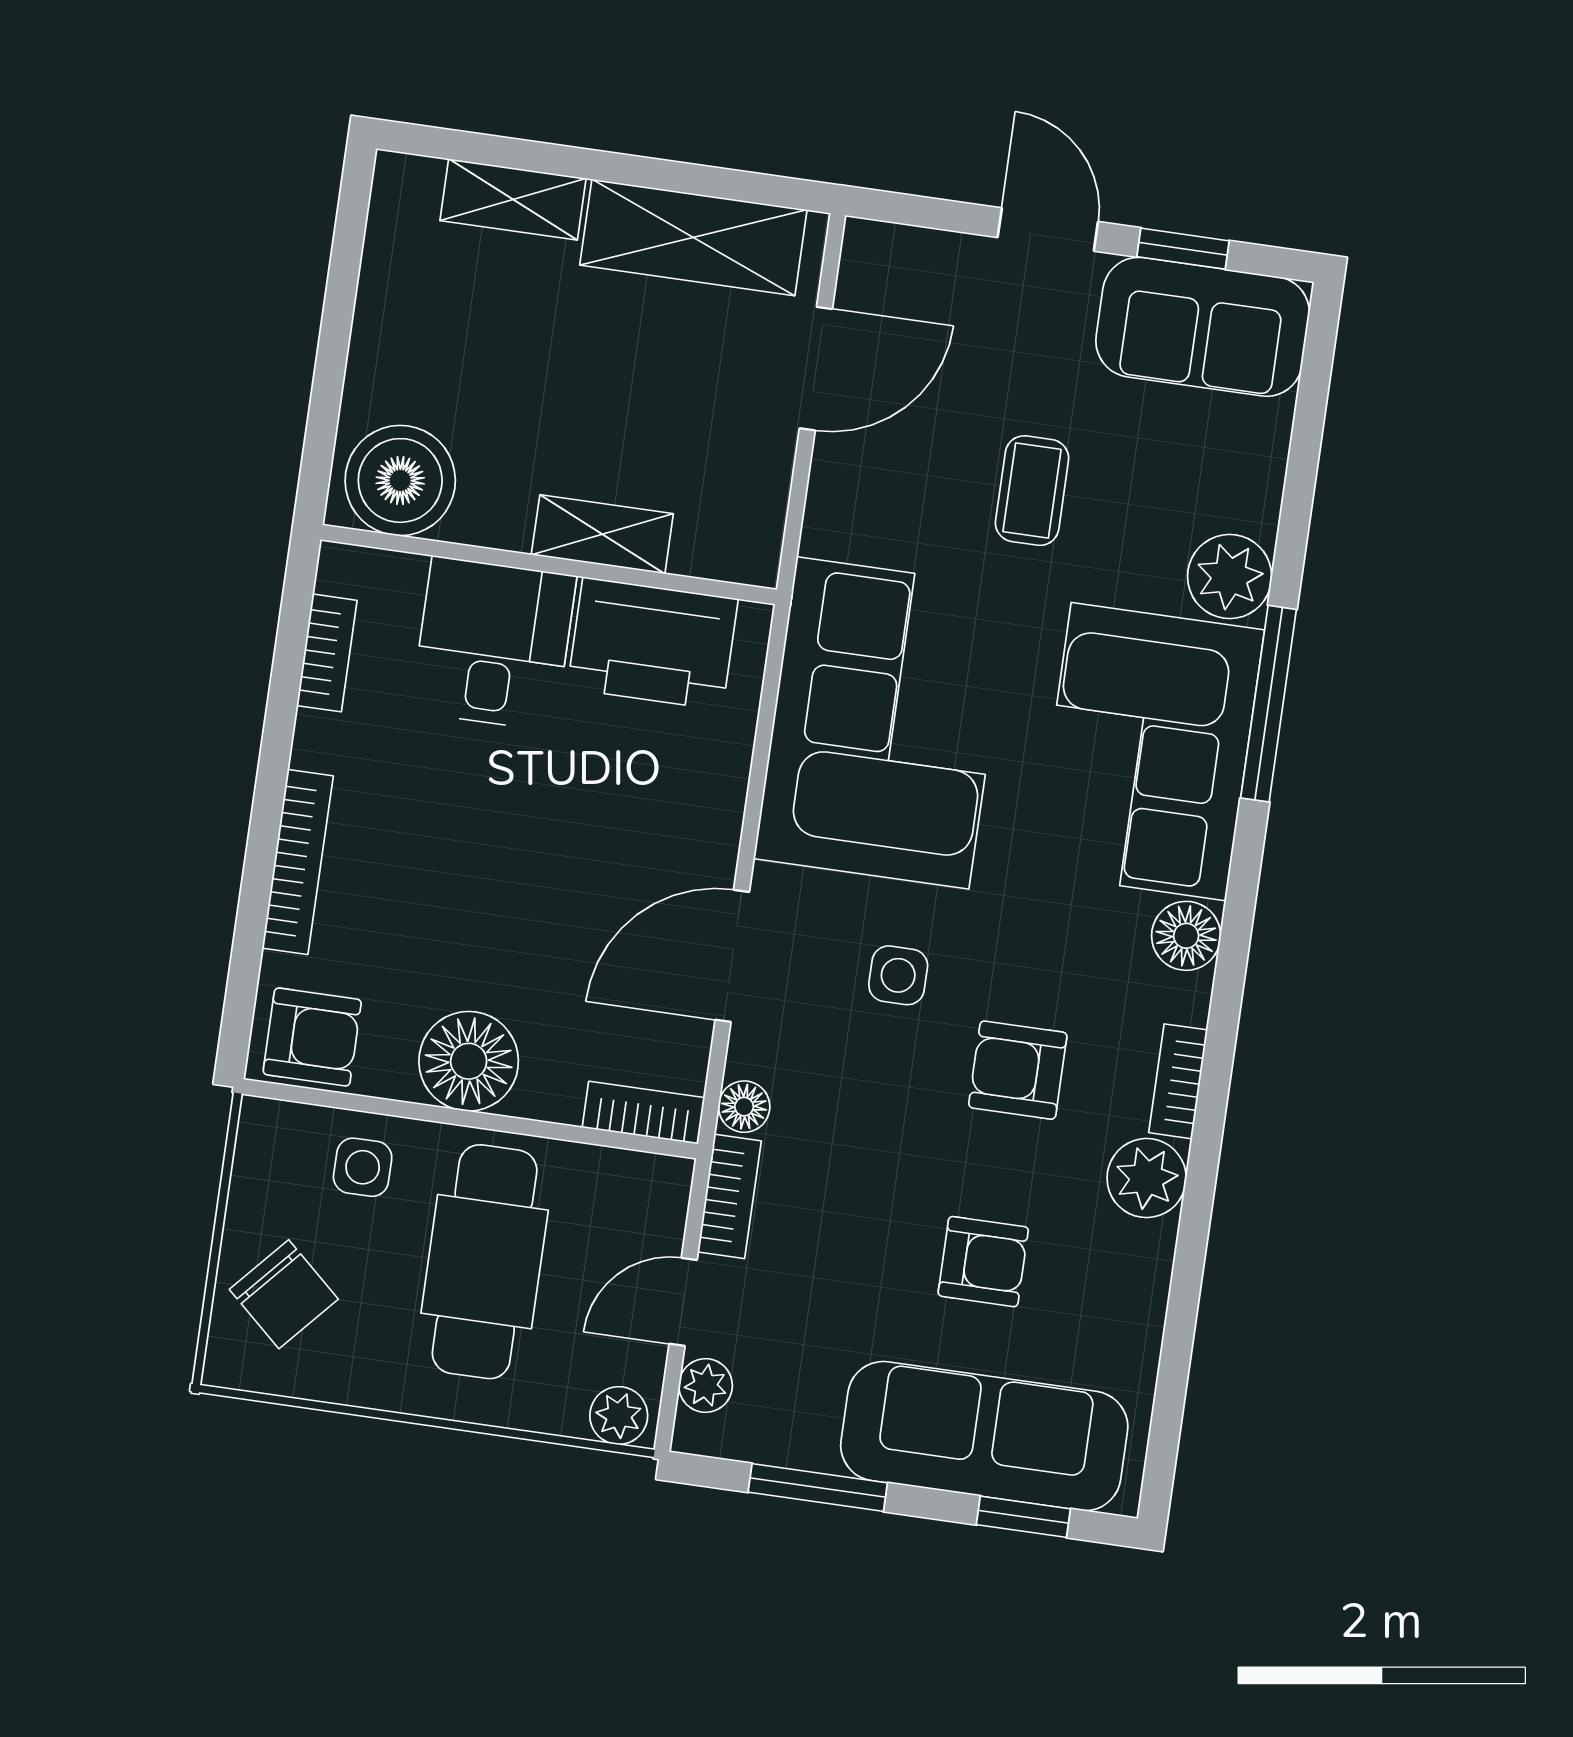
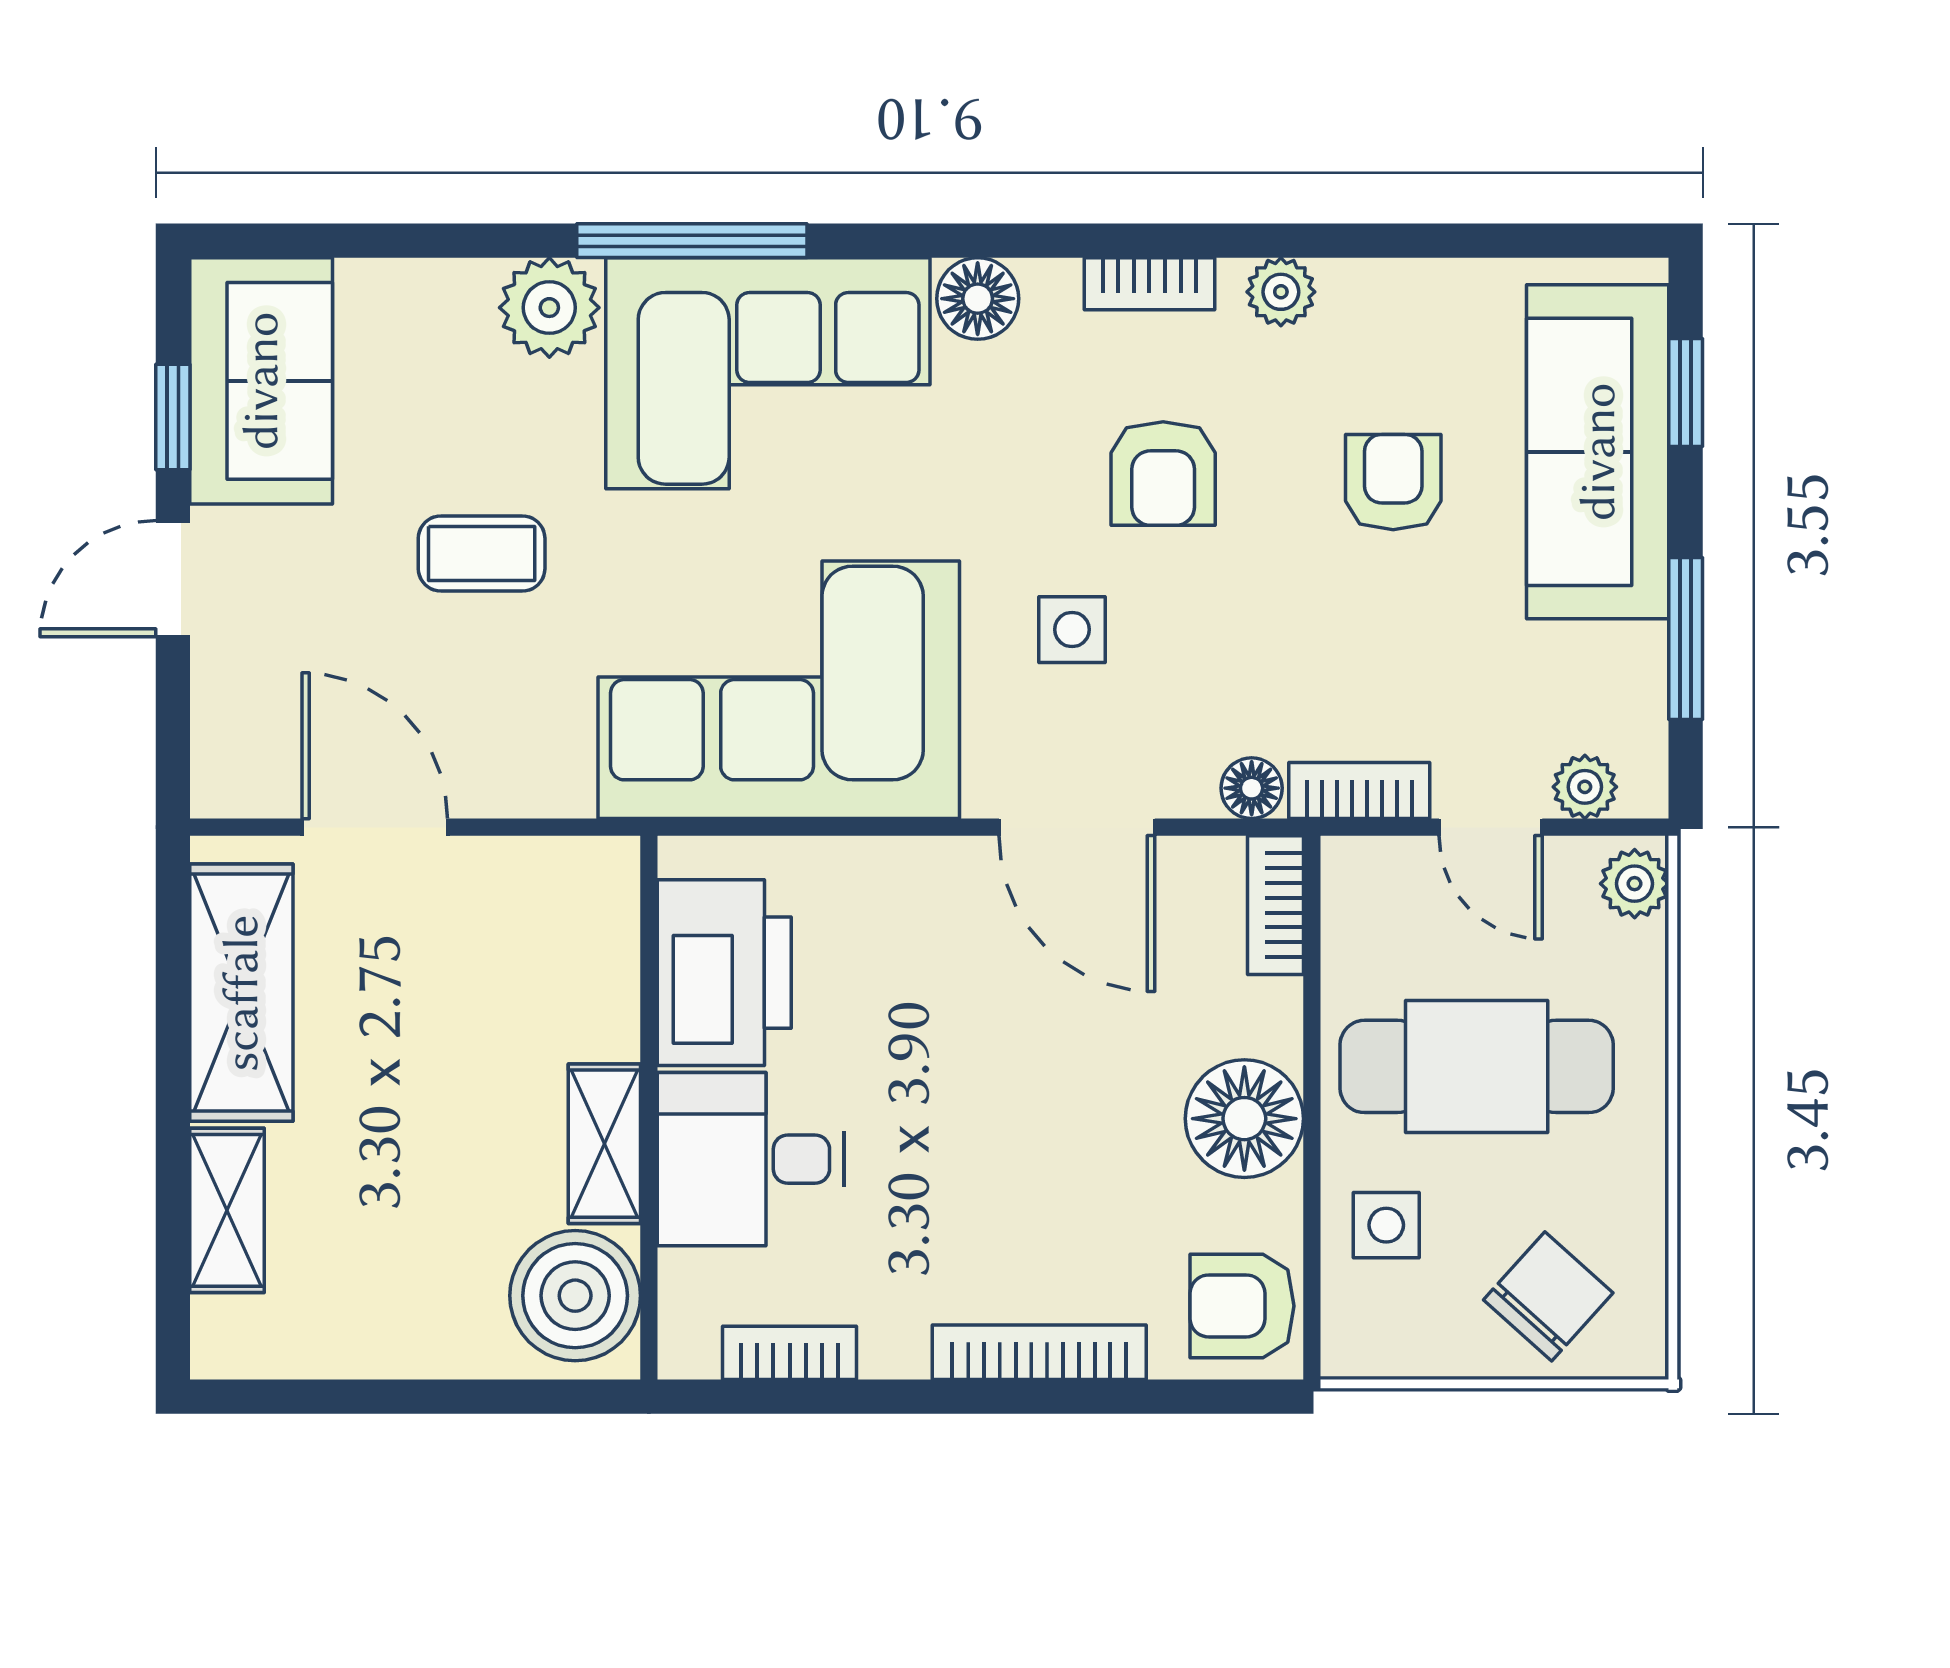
shelving: (602, 534) -> (604, 1144), moved
armchair: (312, 1037) -> (1242, 1306), turned -90
plant: (1147, 1178) -> (1281, 292), width x0.73, depth x0.73

